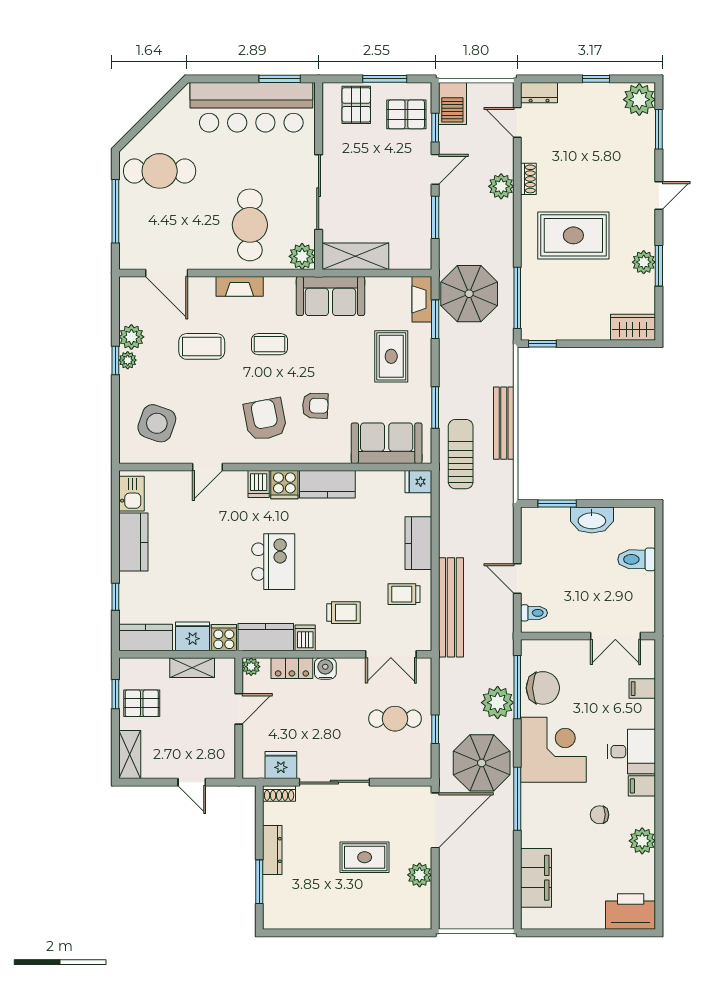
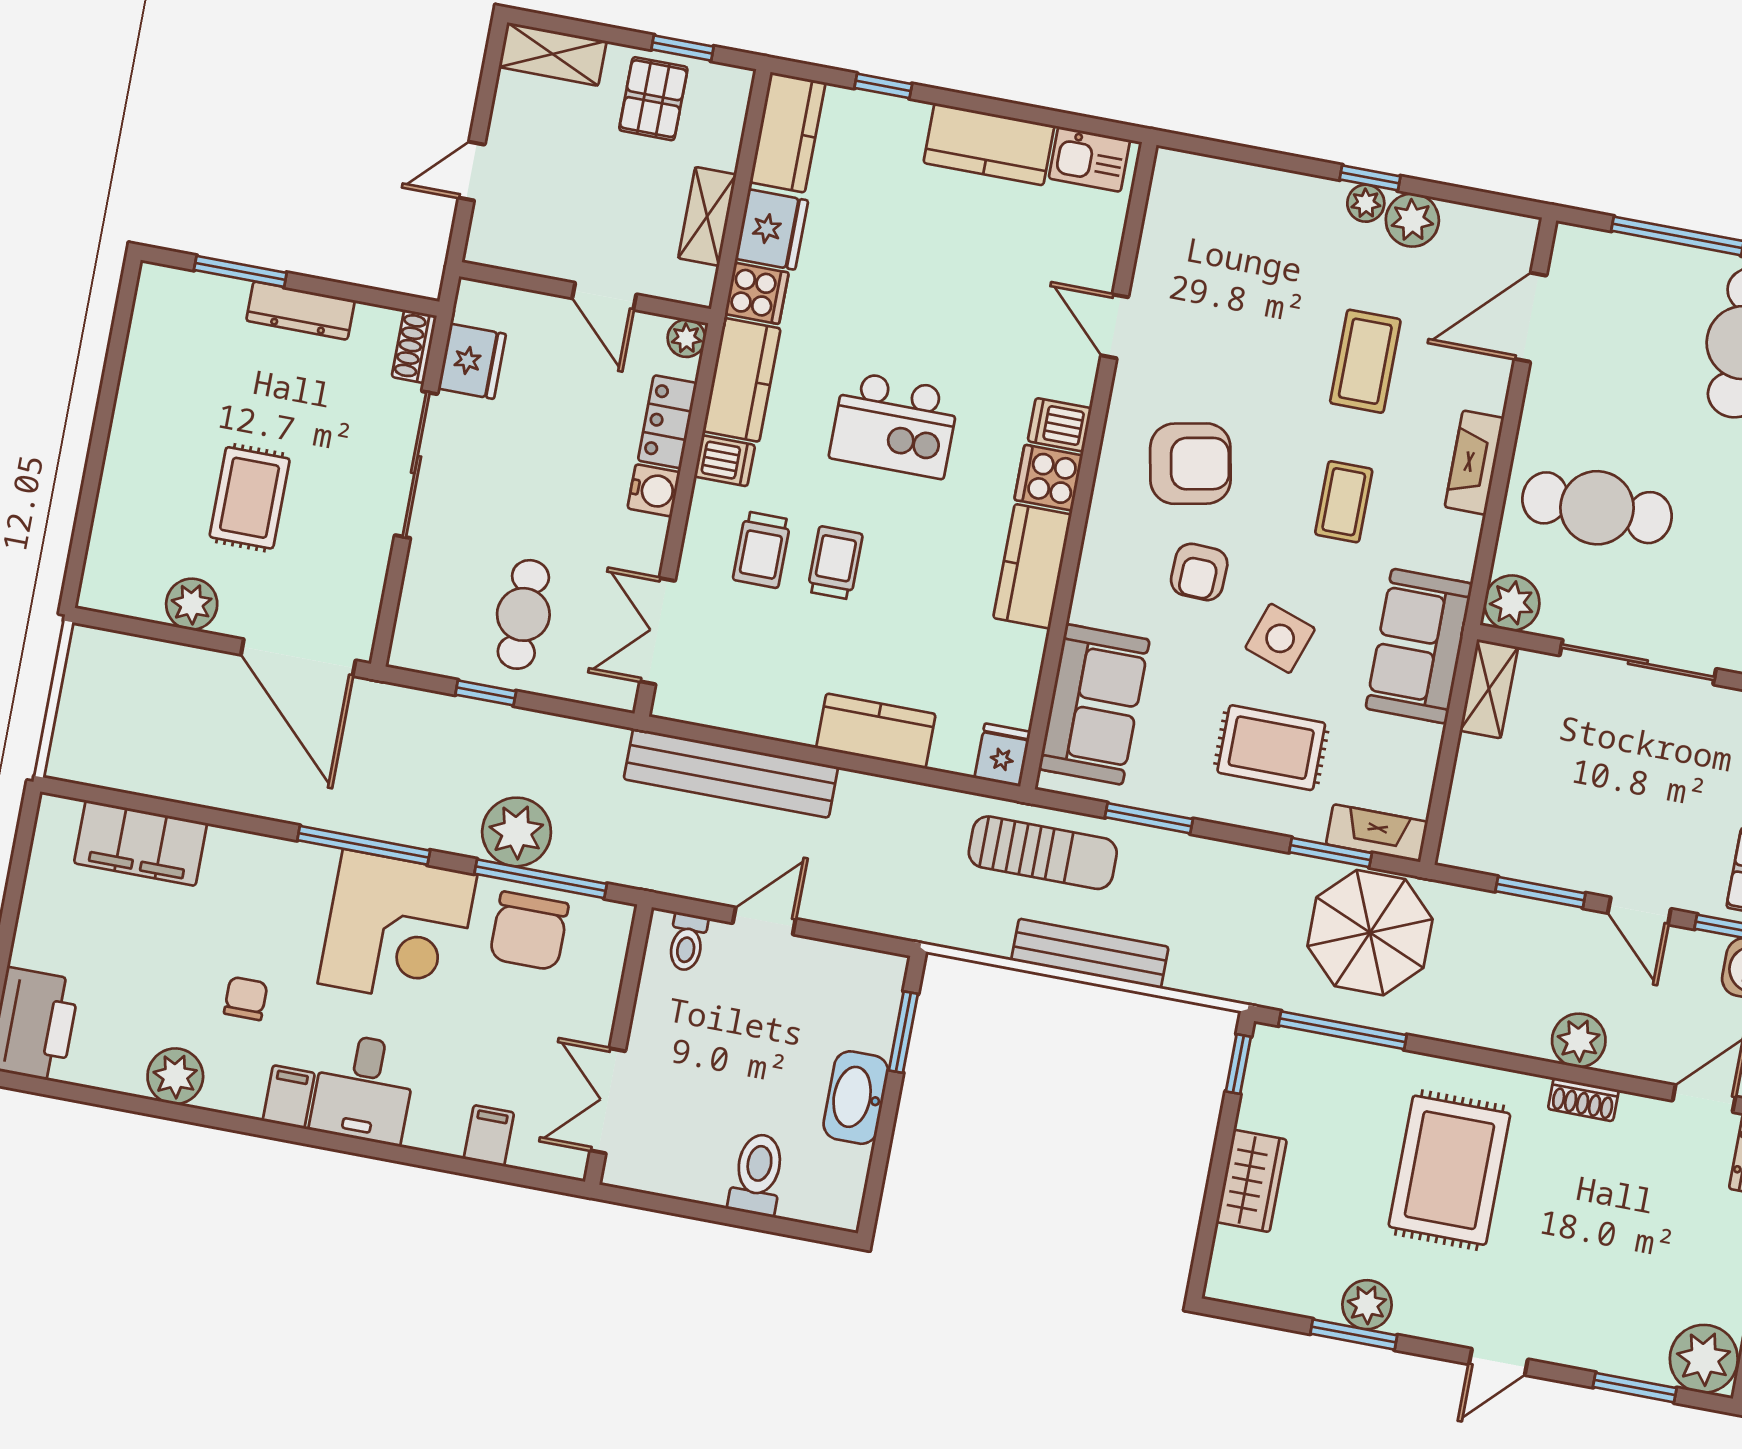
door: (659, 195) -> (1498, 1362), hinge flipped
shelving: (355, 256) -> (1489, 689), width x0.67, depth x0.75
wardrobe: (633, 327) -> (1251, 1181), moved
side table: (157, 423) -> (1280, 638), moved, width x0.73, depth x0.73
trolley: (404, 594) -> (835, 563), moved
parasol: (482, 763) -> (398, 776), removed
window: (517, 799) -> (364, 845), moved

